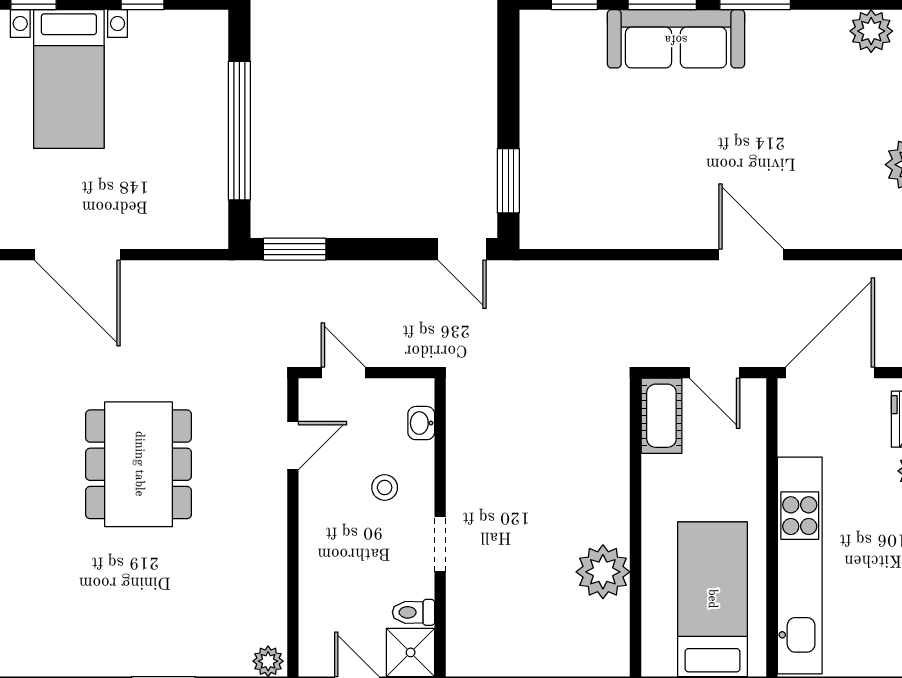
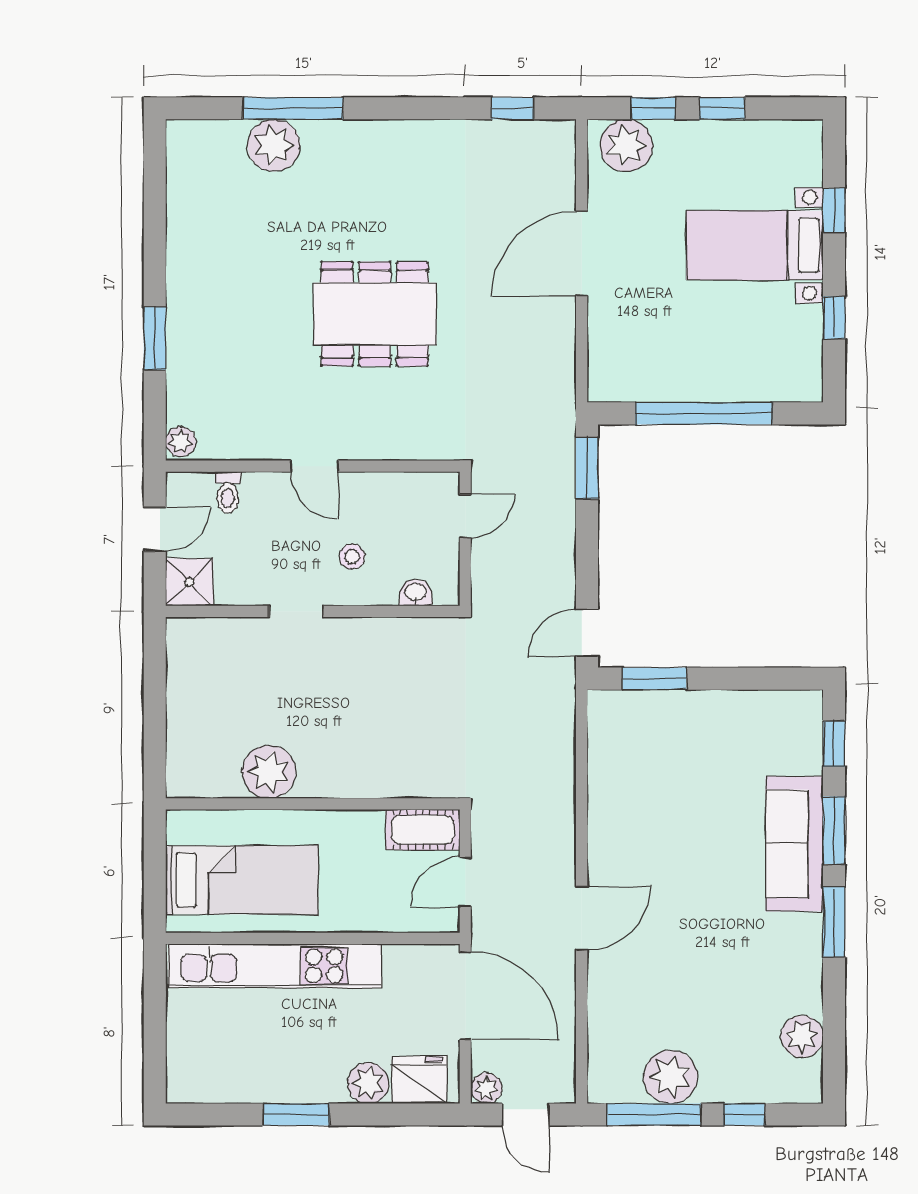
door: (293, 446) -> (314, 466), moved
toilet: (414, 612) -> (228, 492), moved, turned 180

